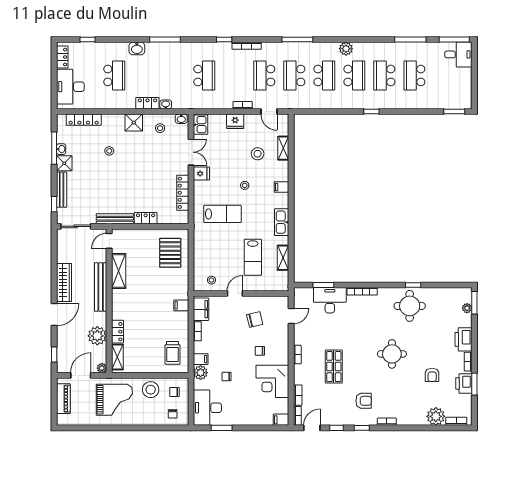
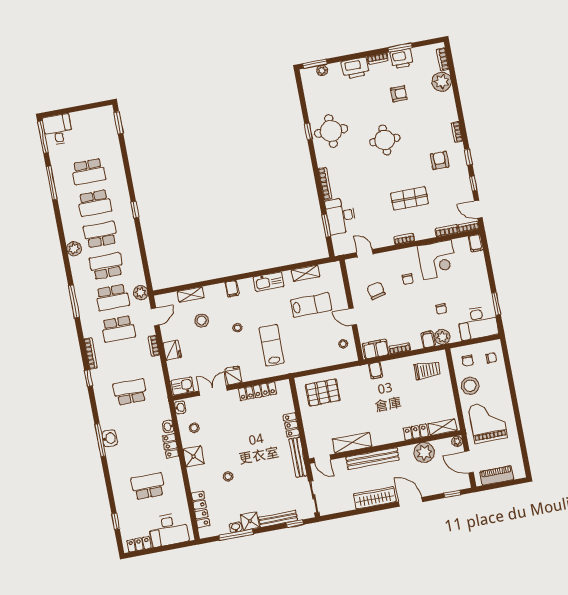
washbasin: (137, 48) -> (110, 438), moved
plant: (294, 102) -> (141, 293), added

